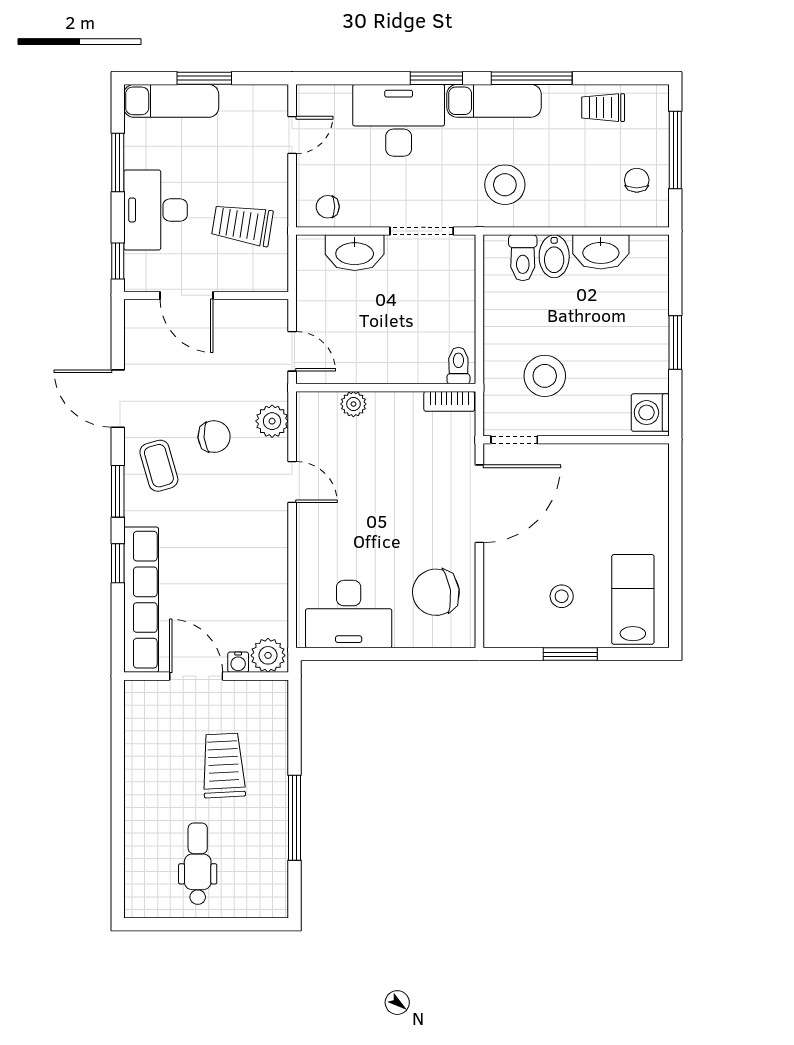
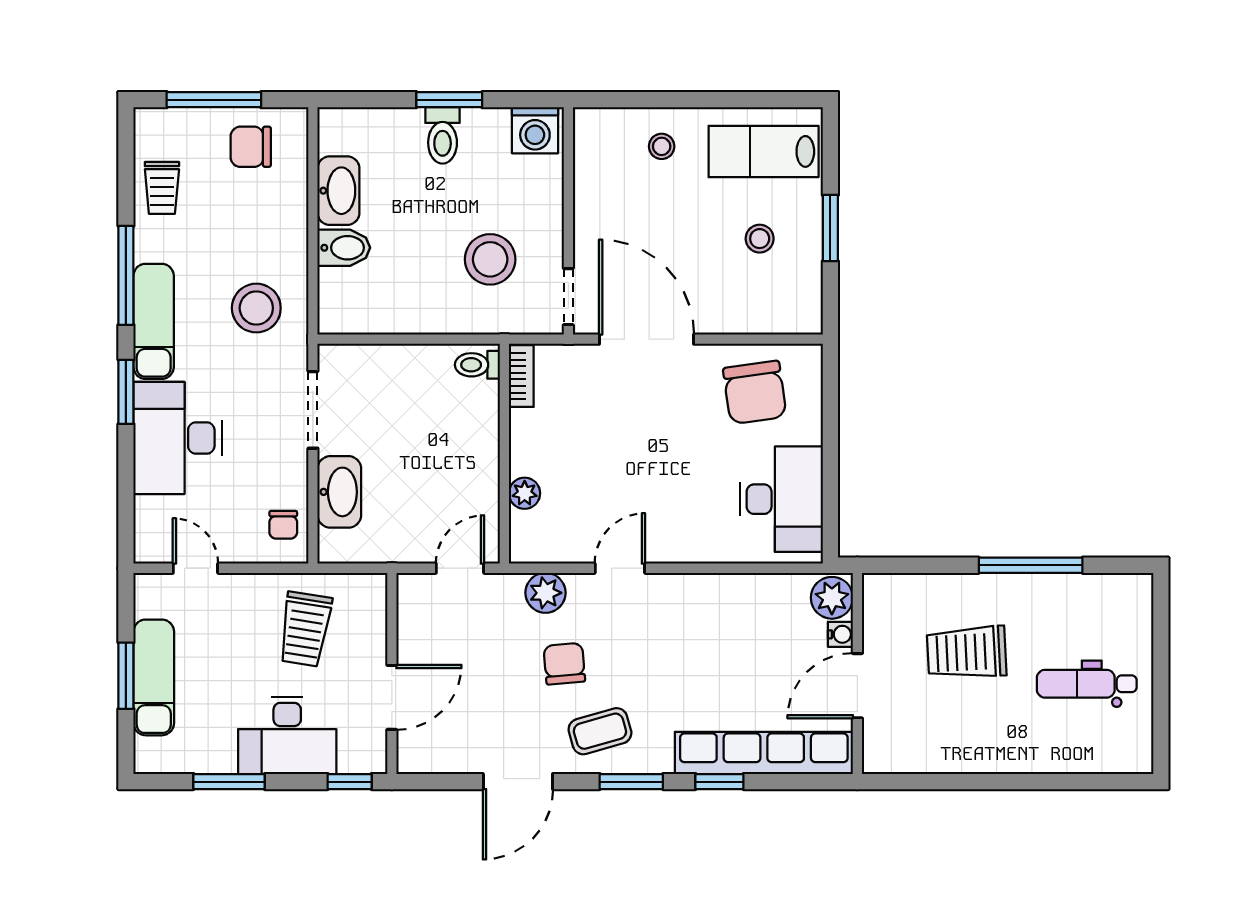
exam couch: (171, 101) -> (154, 677), moved
chair: (637, 180) -> (251, 147), width x1.37, depth x1.37
toilet: (523, 258) -> (443, 135), moved, turned 90
stool: (637, 516) -> (662, 146), added

